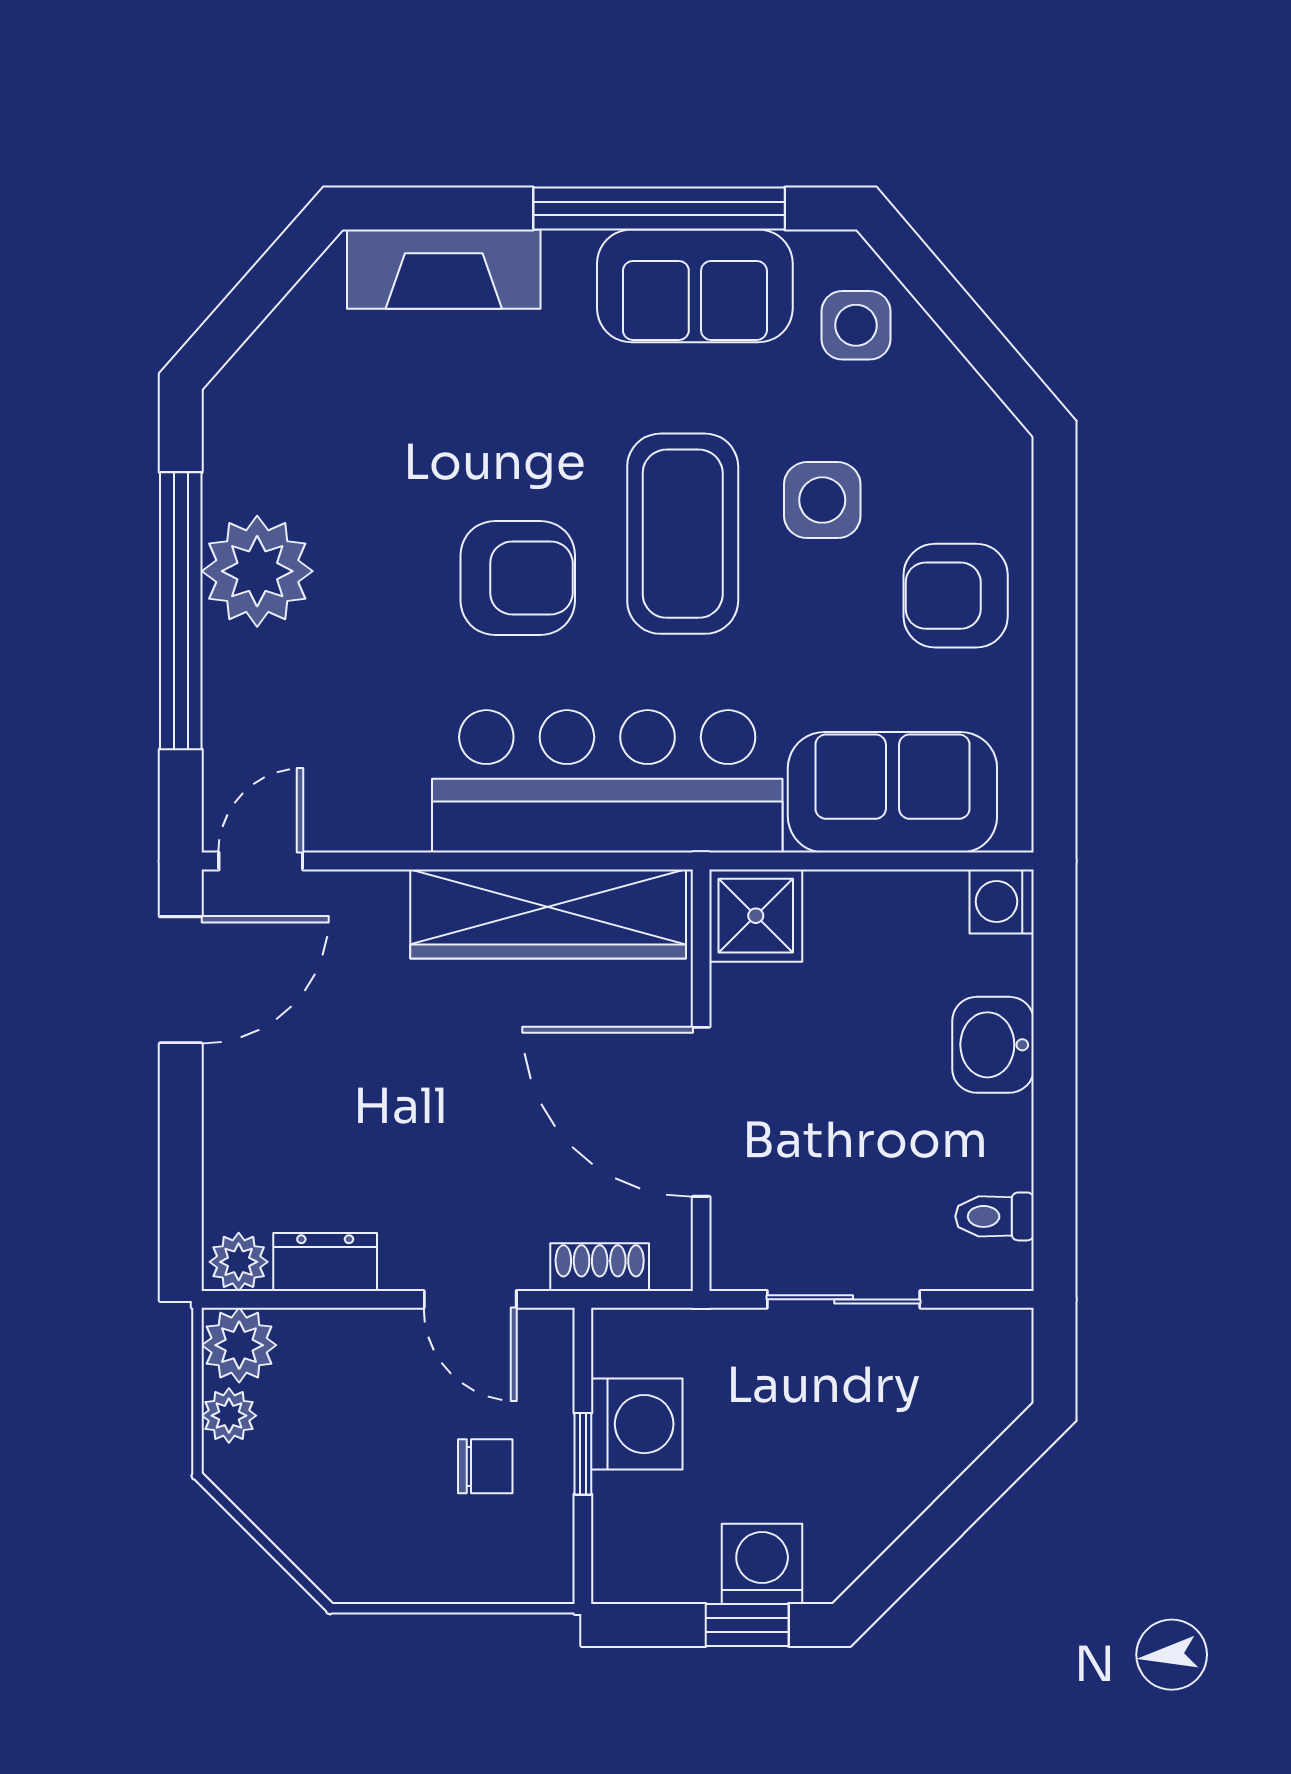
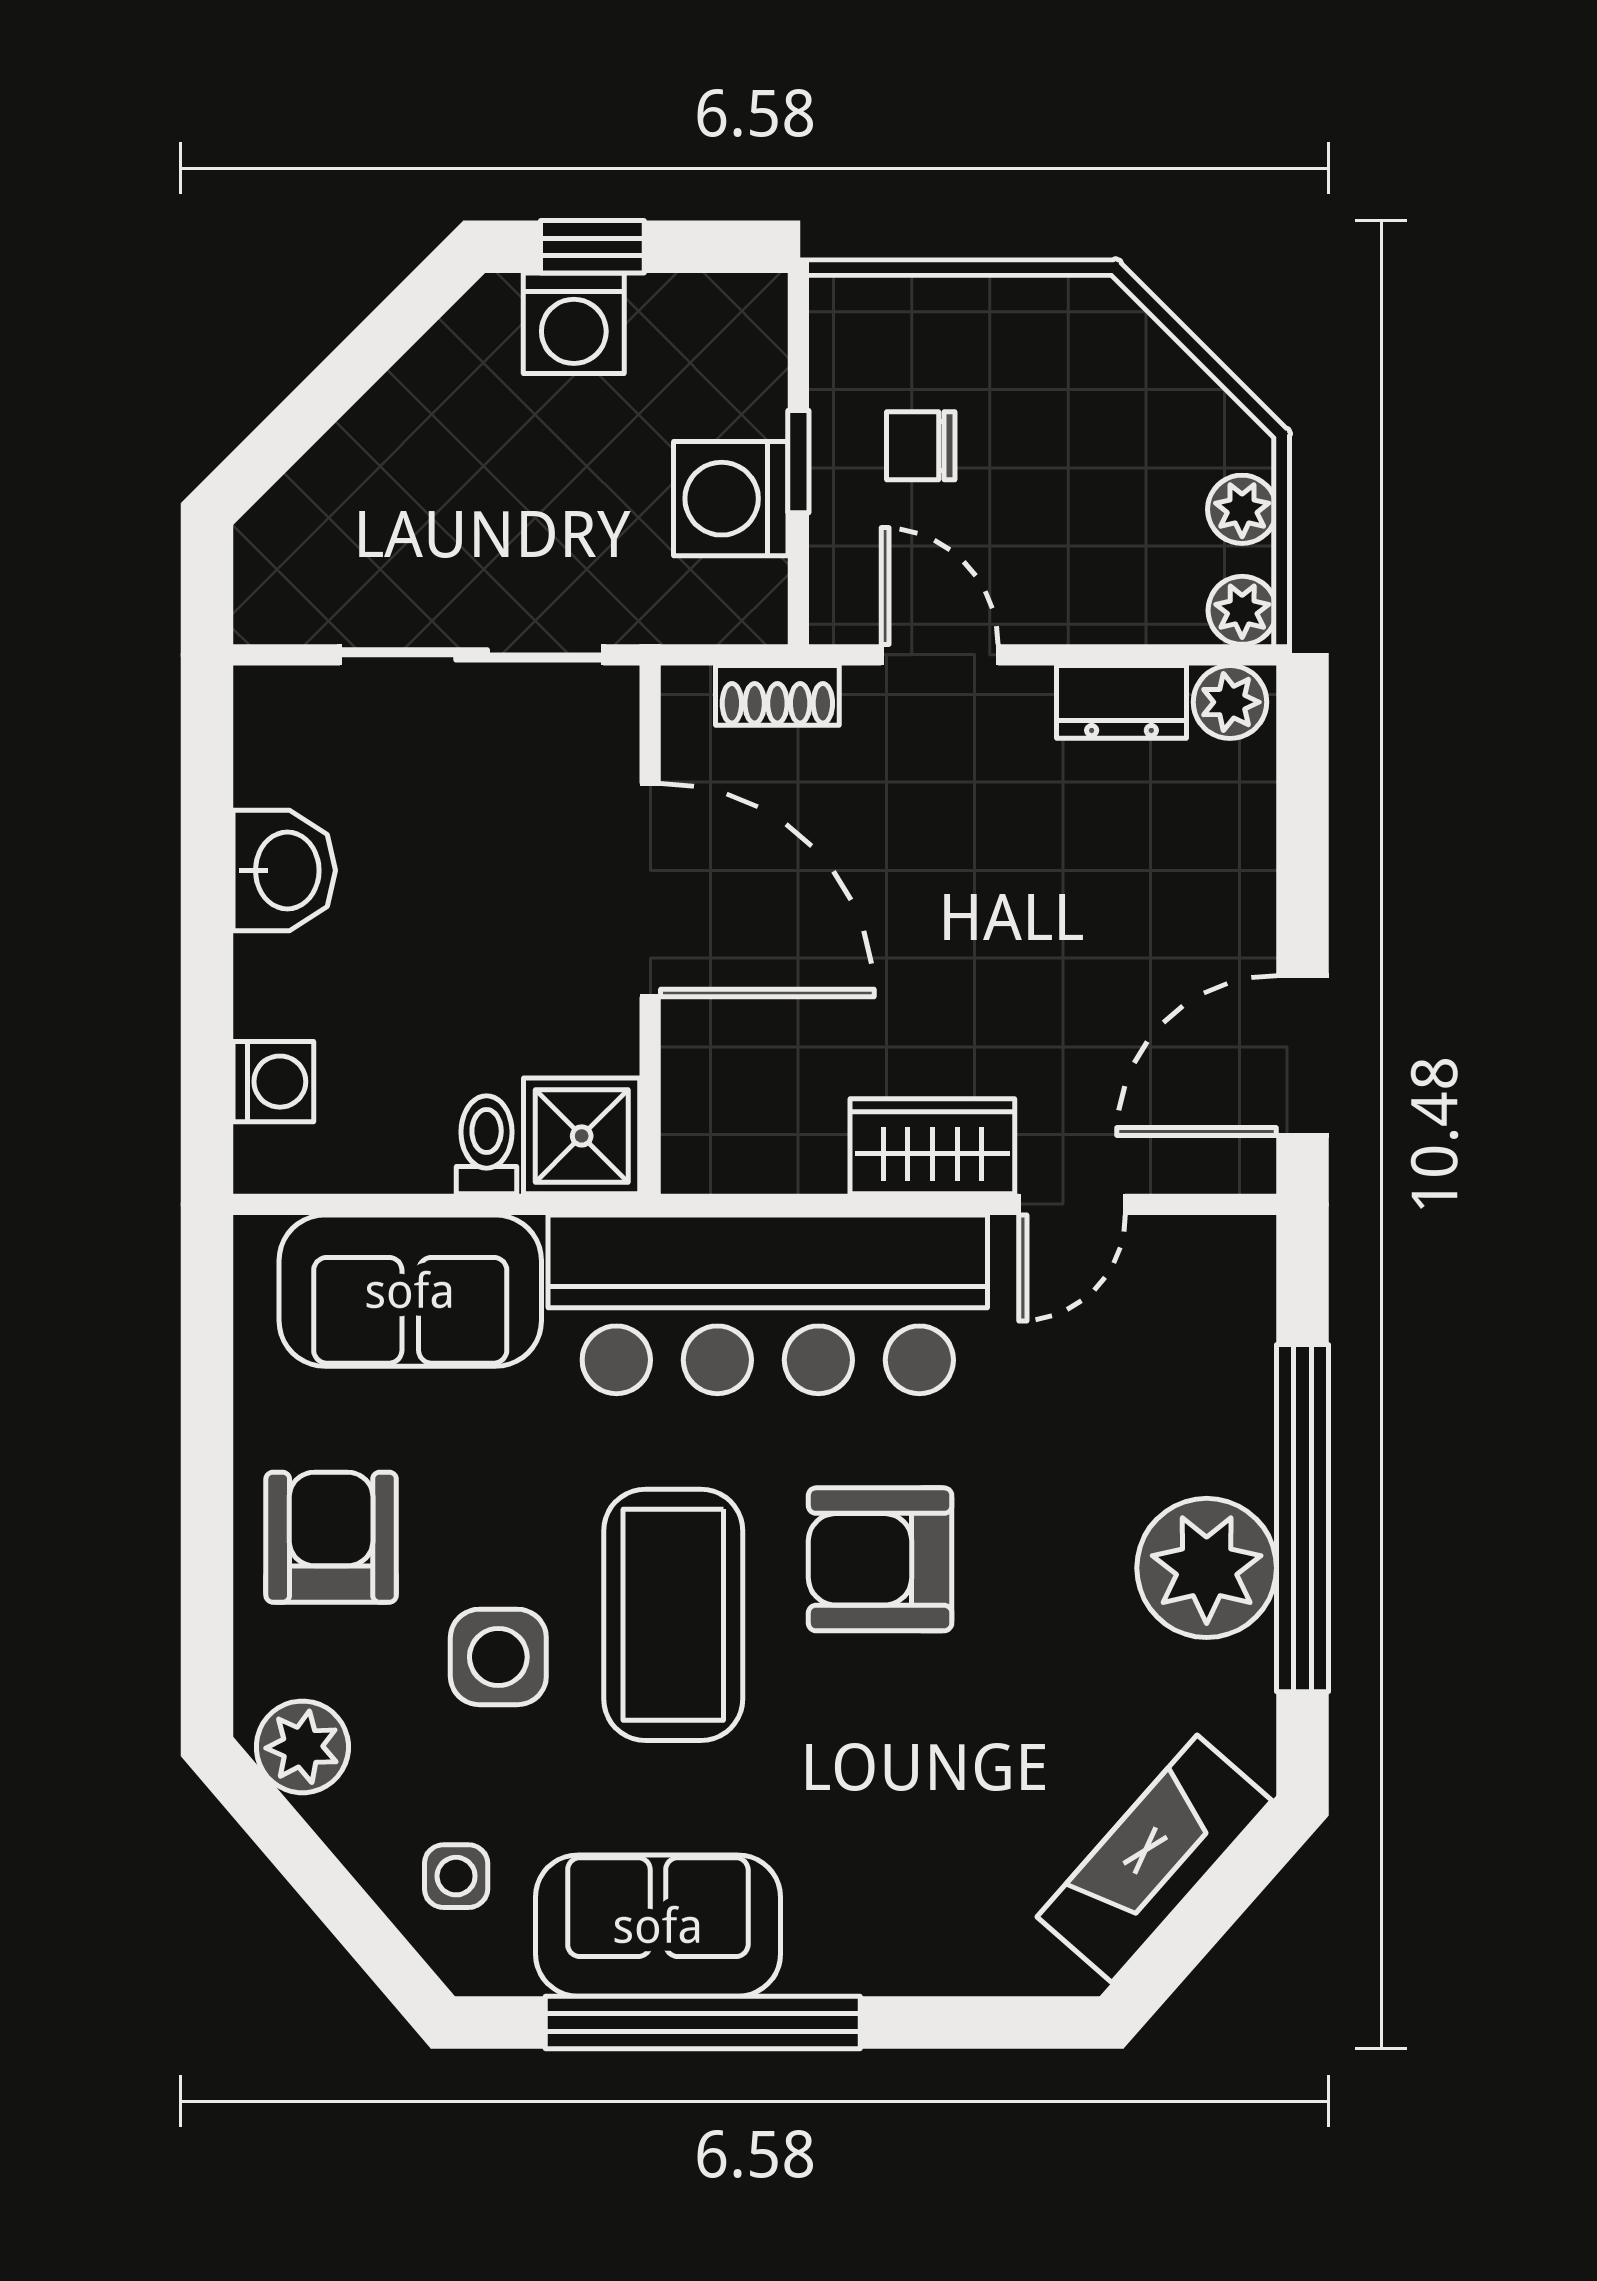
fireplace: (444, 269) -> (1155, 1859), moved, turned -49
side table: (856, 325) -> (456, 1876), width x0.73, depth x0.73
plant: (978, 428) -> (302, 1747), added
armchair: (956, 596) -> (331, 1537), turned -90
door: (261, 861) -> (1072, 1204), moved
washing machine: (1002, 901) -> (273, 1082), moved
wardrobe: (548, 914) -> (932, 1146), width x0.48, depth x0.85
washbasin: (993, 1045) -> (284, 870), moved
toilet: (994, 1216) -> (487, 1145), moved, turned -90
sliding door: (844, 1299) -> (472, 655), width x1.37
plant: (239, 1345) -> (1242, 610), width x0.73, depth x0.73

